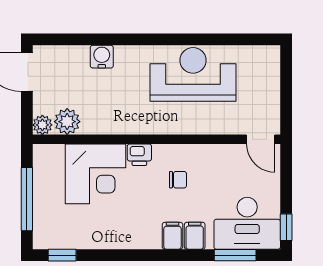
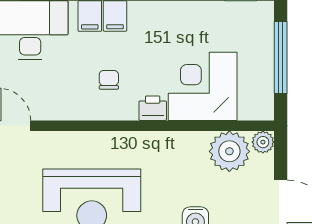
plant: (67, 122) -> (229, 151), width x1.36, depth x1.36
chair: (178, 180) -> (109, 80), turned 90

